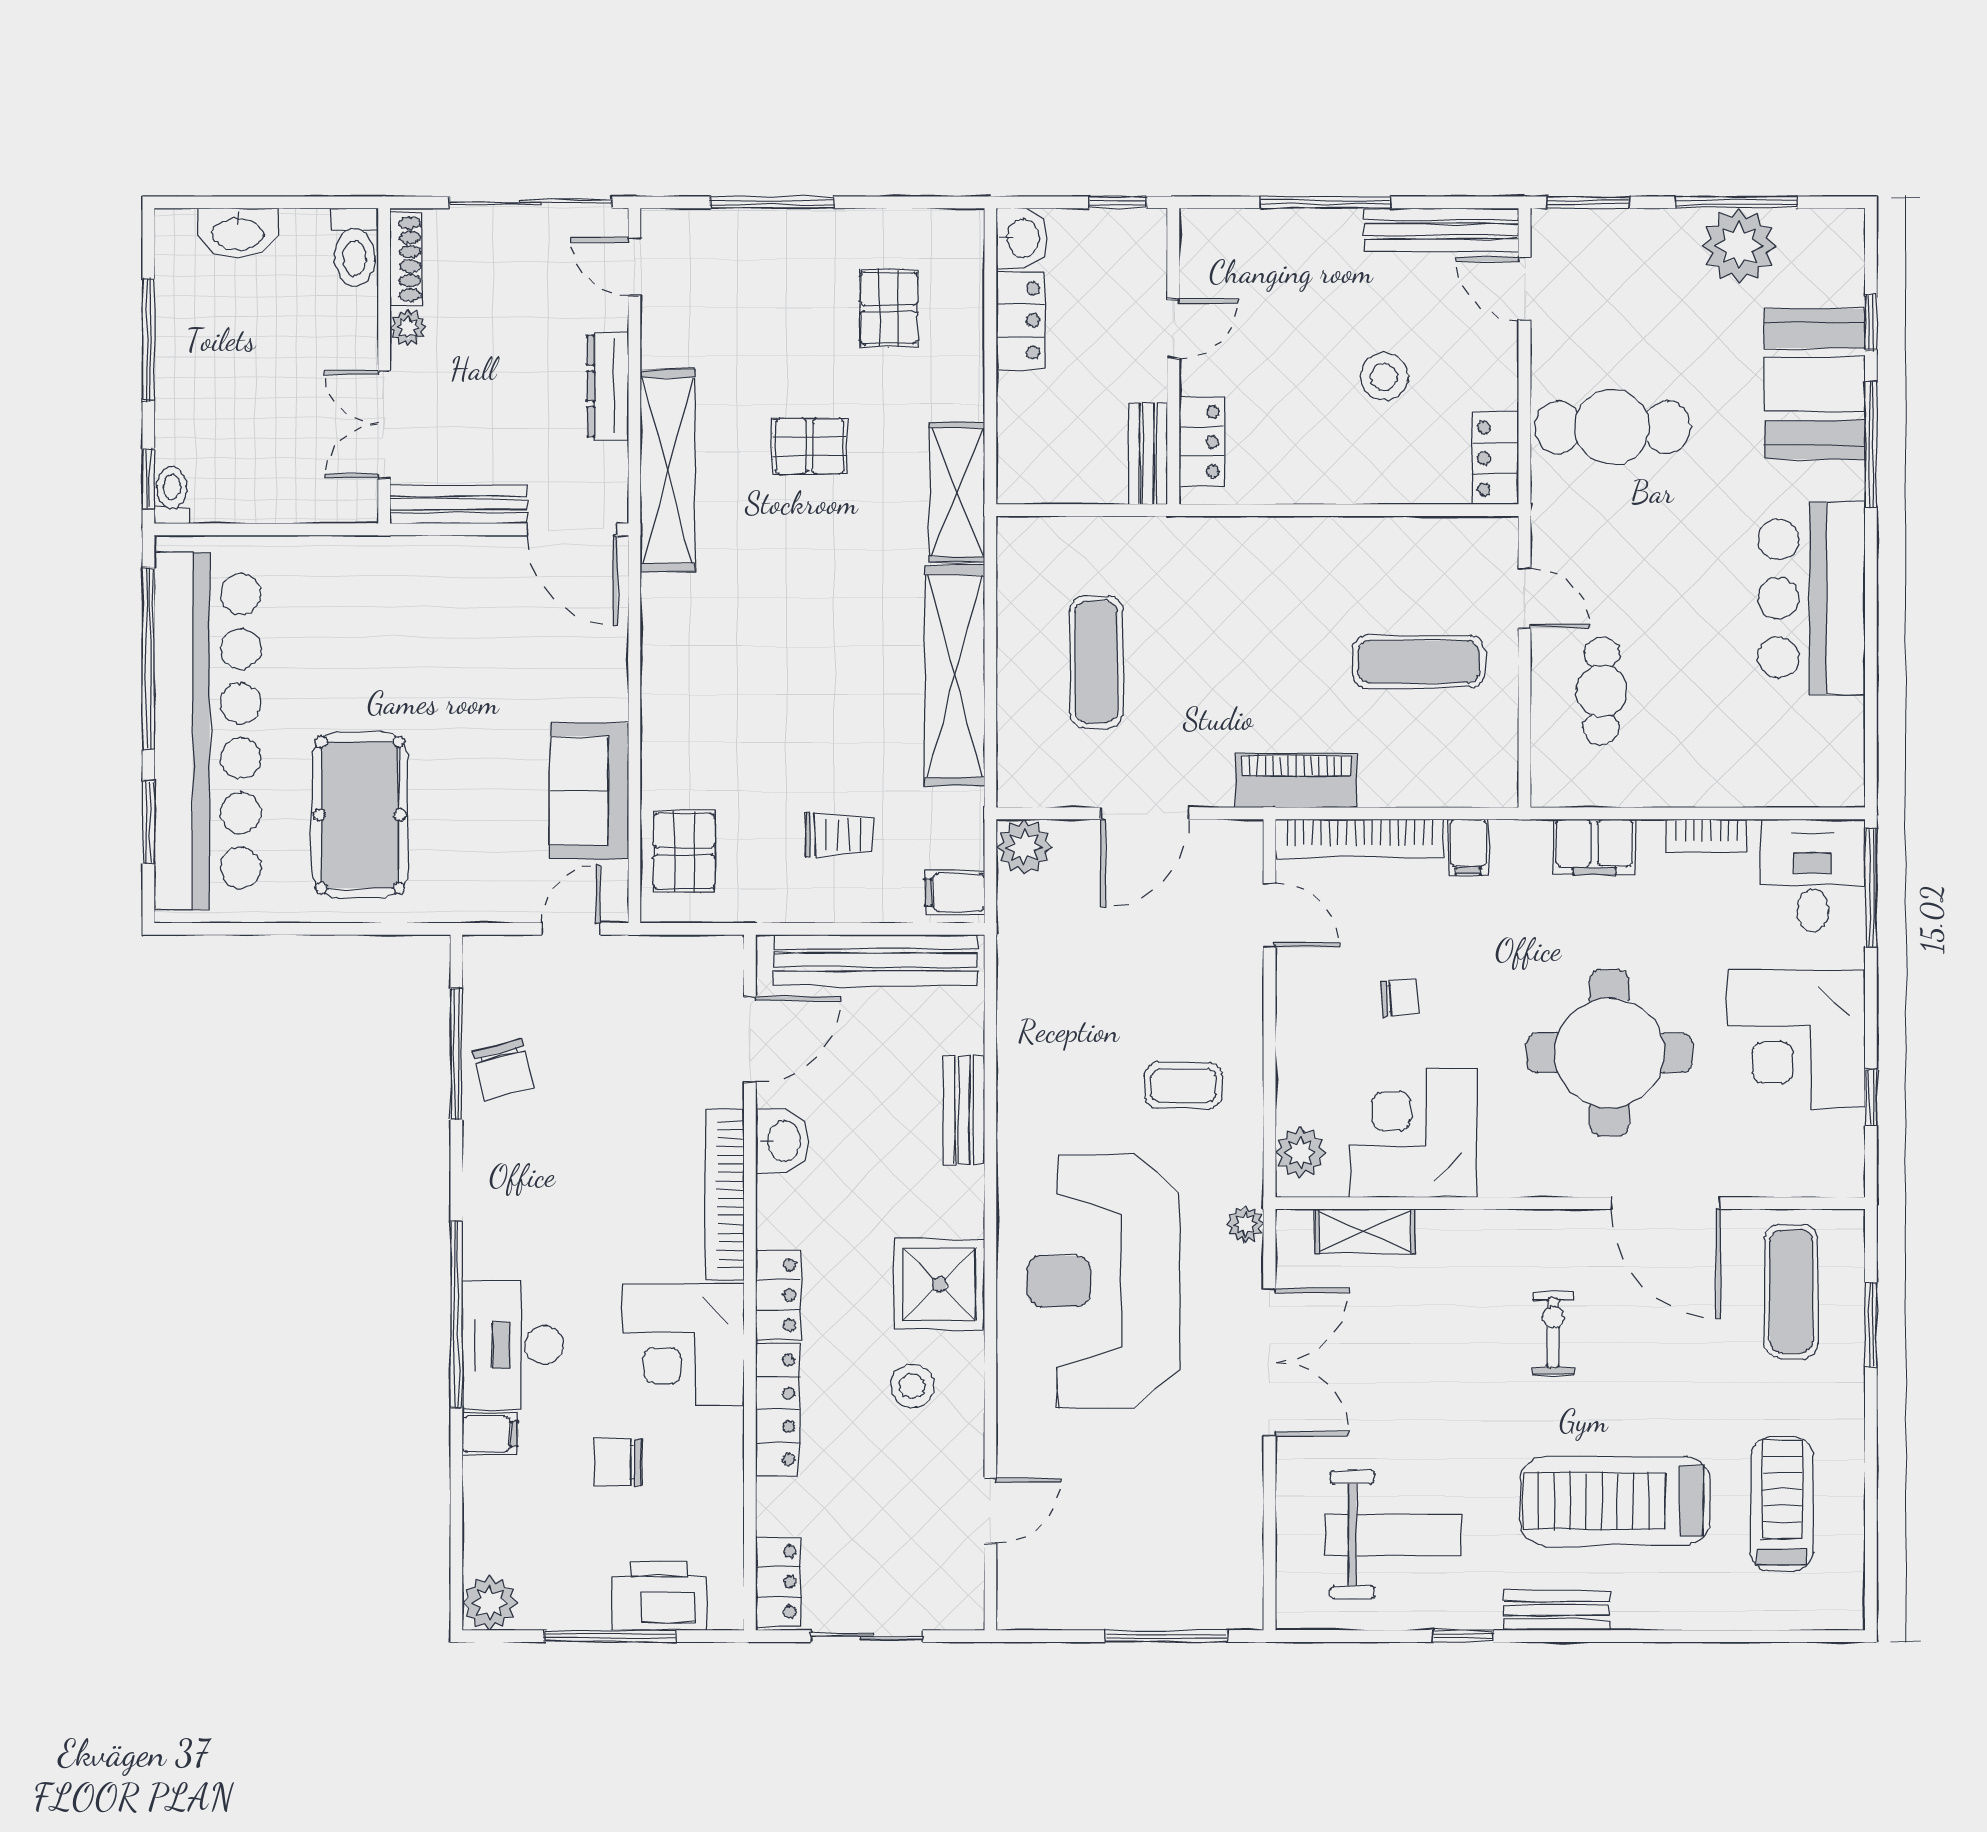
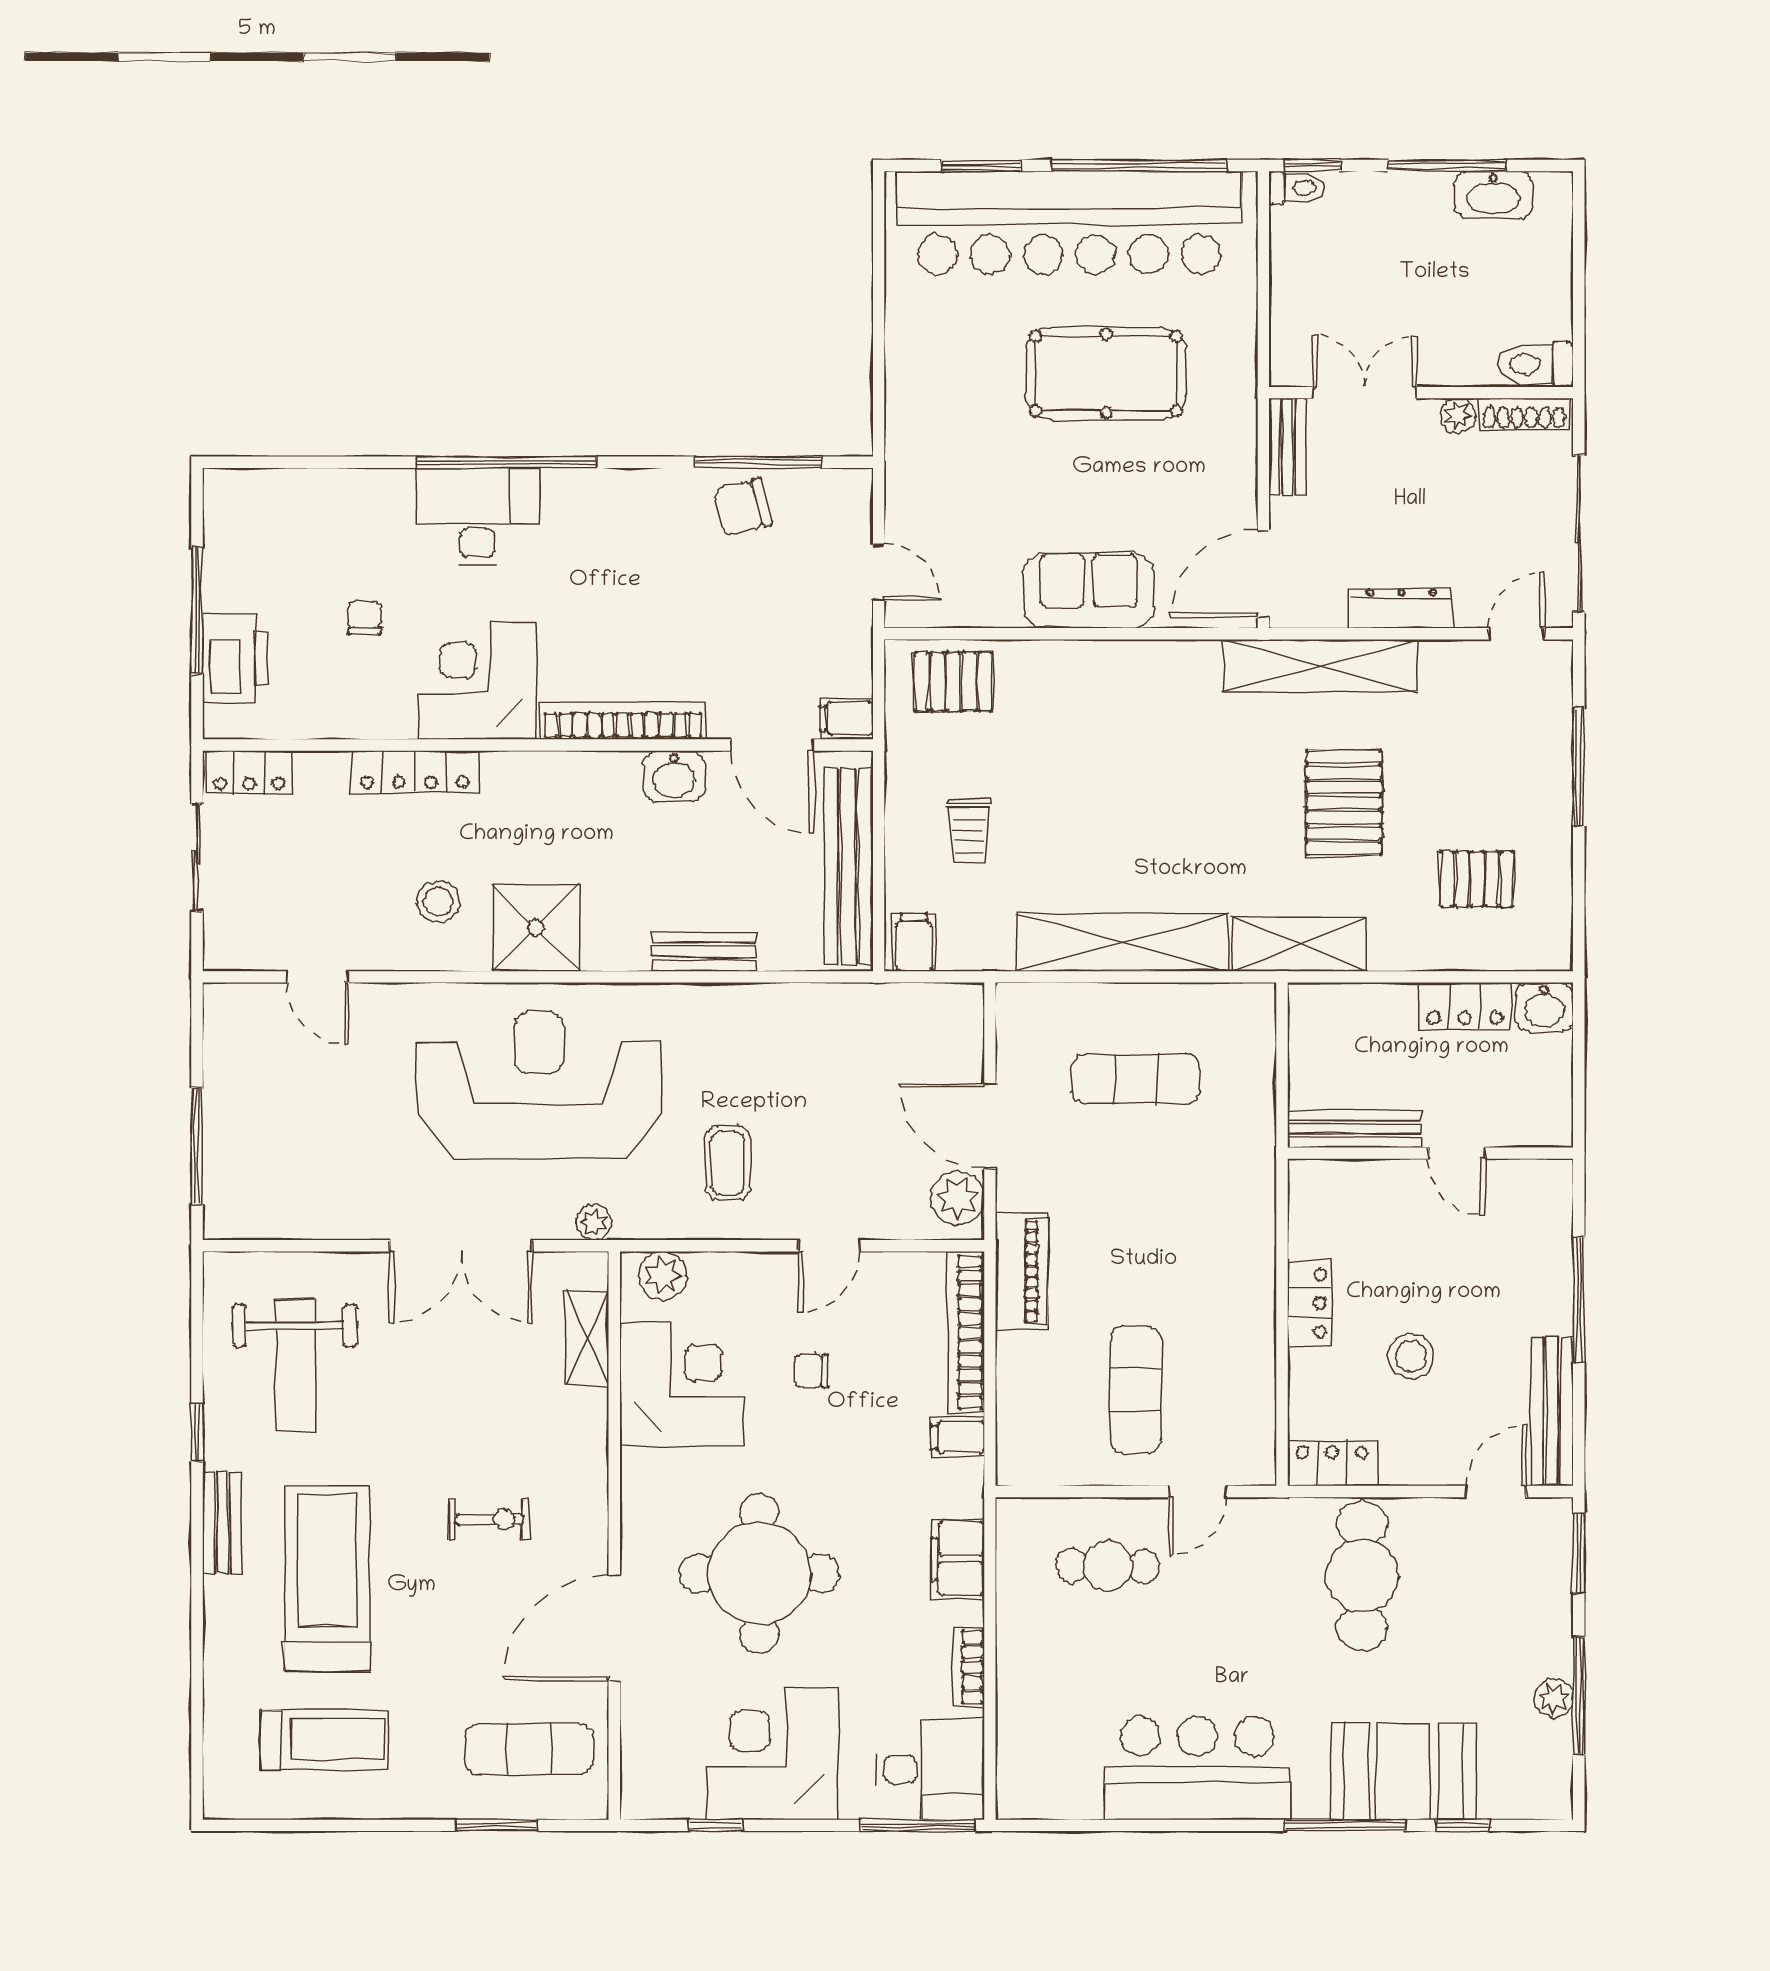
window: (1118, 202) -> (1579, 1100), removed
washbasin: (238, 233) -> (1493, 195), moved, turned -90
plant: (1739, 246) -> (1554, 1698), width x0.53, depth x0.53
locker: (1202, 442) -> (1309, 1303), moved, turned -90
pallet: (810, 446) -> (1344, 803), width x1.50, depth x1.42
bench: (1148, 454) -> (1354, 1129), width x1.36
bench: (458, 505) -> (1287, 447), width x0.73
sofa: (589, 791) -> (1088, 590), moved
pool table: (360, 815) -> (1106, 374), moved
plant: (1024, 847) -> (957, 1198), moved
door: (1270, 915) -> (829, 1246), moved
chair: (1399, 998) -> (812, 1371), turned 94
locker: (778, 1295) -> (526, 772), removed
filing cabinet: (490, 1434) -> (846, 718), moved, turned 90
chair: (618, 1462) -> (364, 618), width x0.73, depth x0.73
plant: (490, 1603) -> (229, 494), removed

